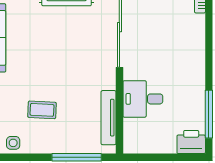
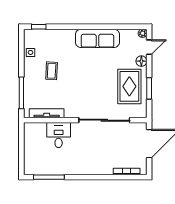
printer: (191, 142) -> (31, 166), removed

